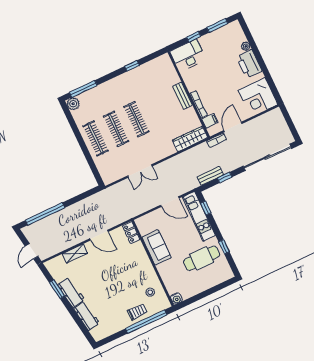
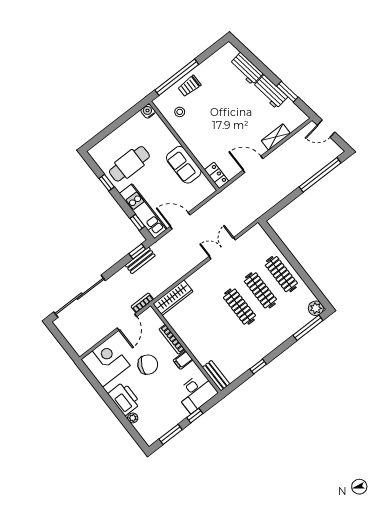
chair: (223, 88) -> (148, 365), added
bench: (183, 96) -> (216, 376), moved
filing cabinet: (210, 121) -> (183, 360), moved
window: (225, 178) -> (137, 251), moved
door: (31, 251) -> (326, 129), swing flipped

